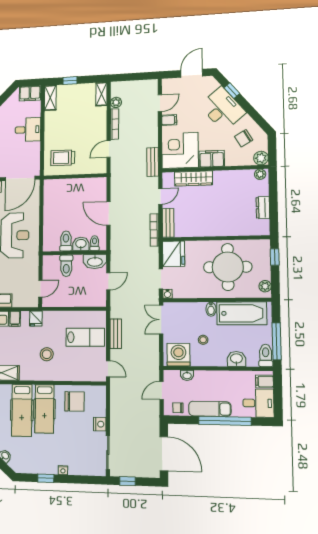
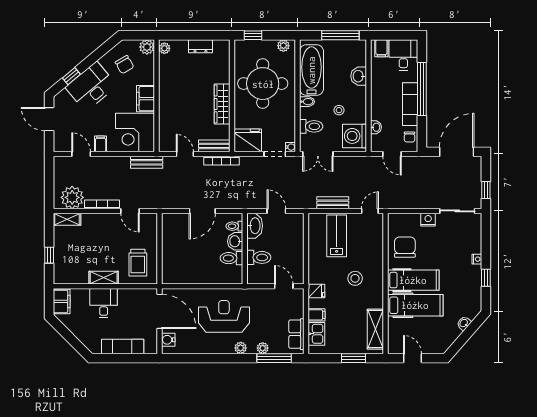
shelving: (50, 98) -> (104, 278), moved
plant: (116, 102) -> (72, 197), width x1.87, depth x1.87
wardrobe: (193, 178) -> (222, 104), moved, turned 180
toilet: (266, 355) -> (311, 126), moved, turned 180

